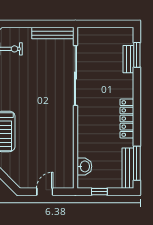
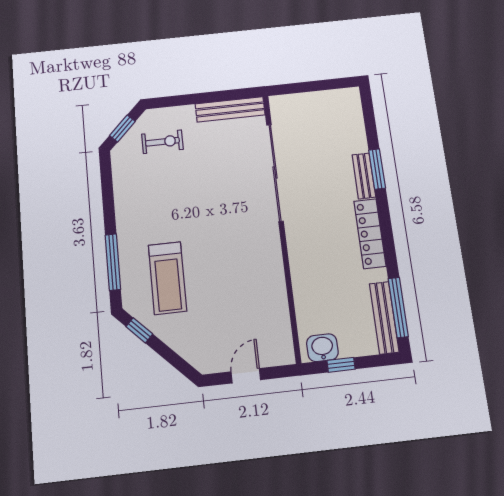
window: (137, 55) -> (377, 169), moved
bench: (128, 59) -> (364, 176), moved
washbasin: (84, 166) -> (322, 348), moved, turned -90

